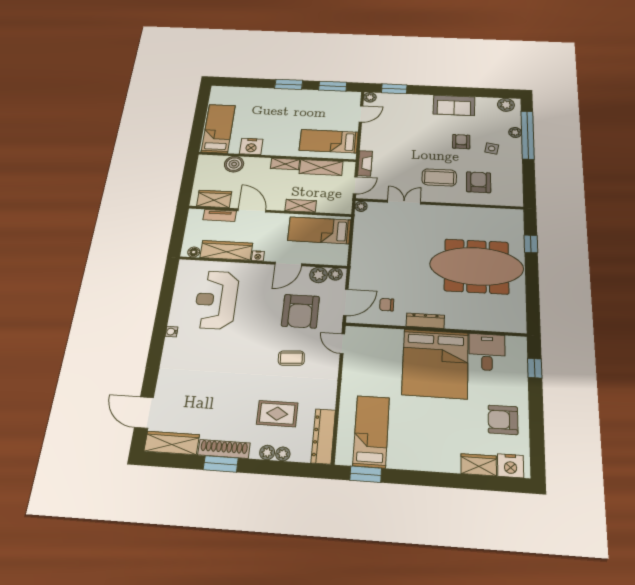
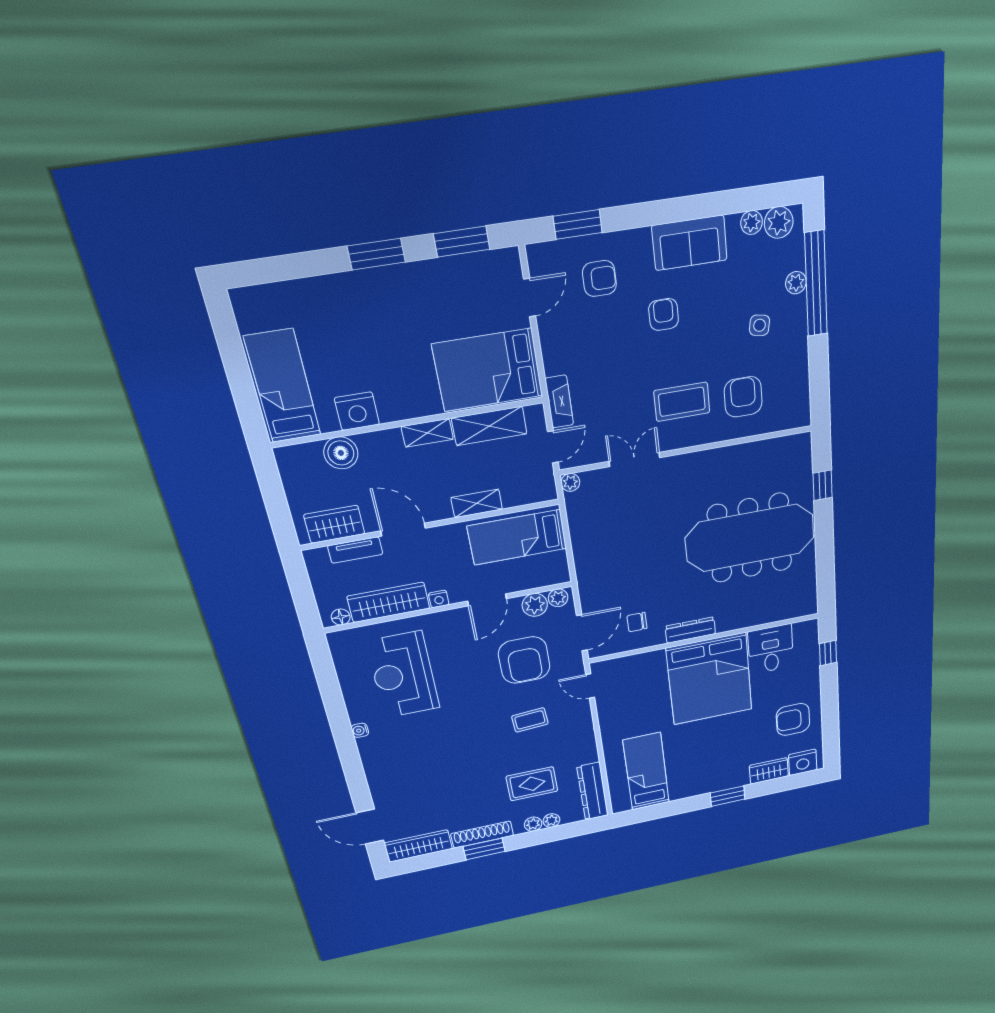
plant: (370, 97) -> (752, 223), moved
armchair: (401, 112) -> (599, 279), added
bed: (329, 141) -> (488, 370), width x1.50
armchair: (461, 142) -> (664, 314), moved
window: (366, 474) -> (728, 796), moved

